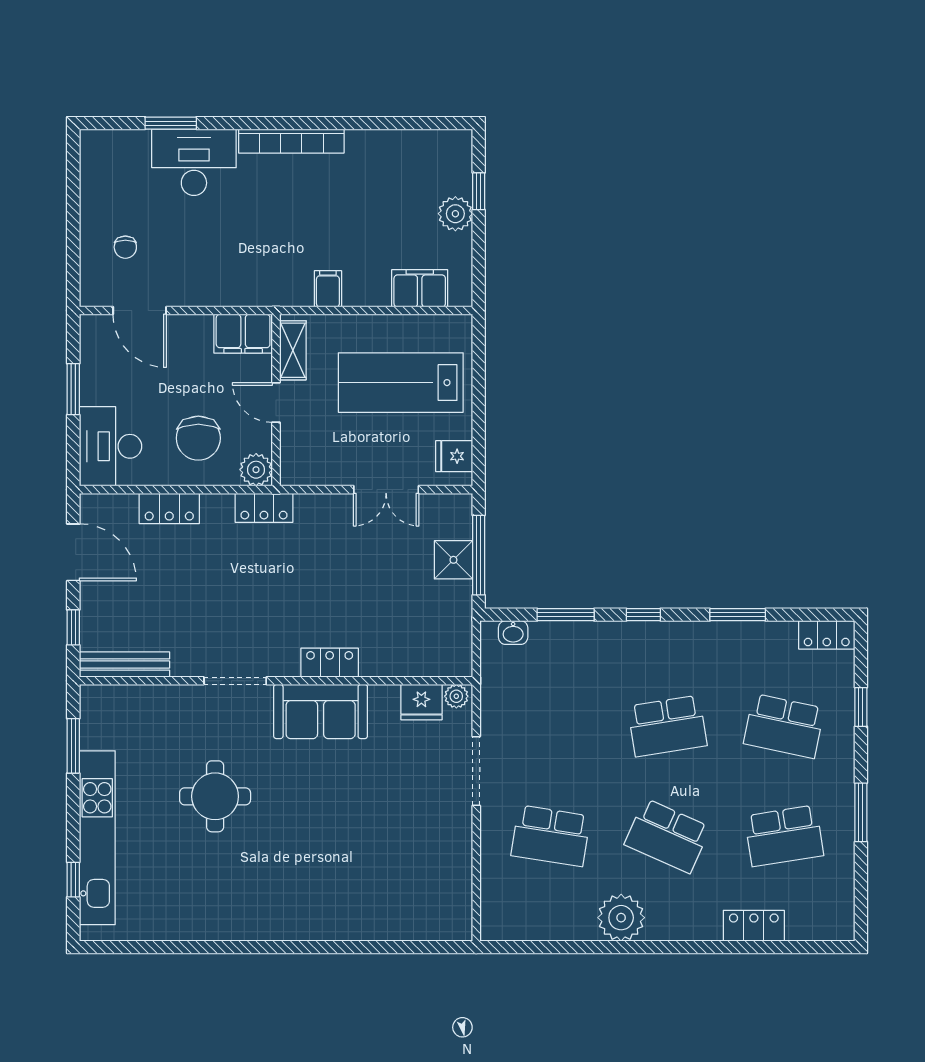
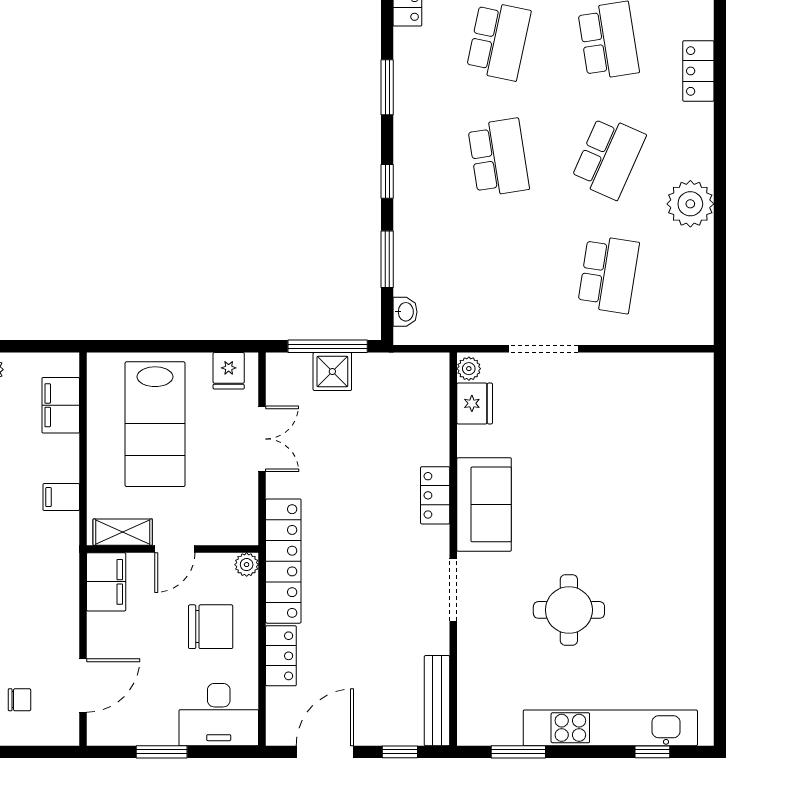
plant: (256, 470) -> (247, 565), width x0.73, depth x0.73
locker: (264, 508) -> (283, 561), width x2.16, depth x1.21

